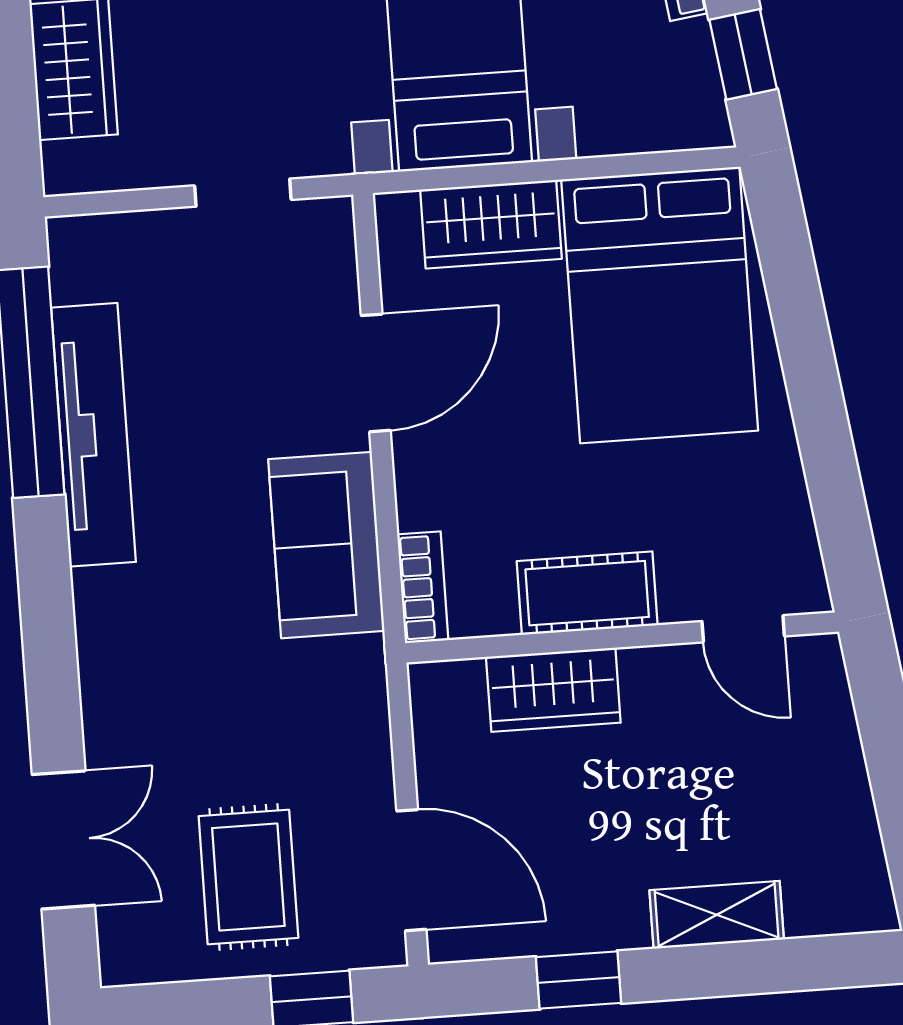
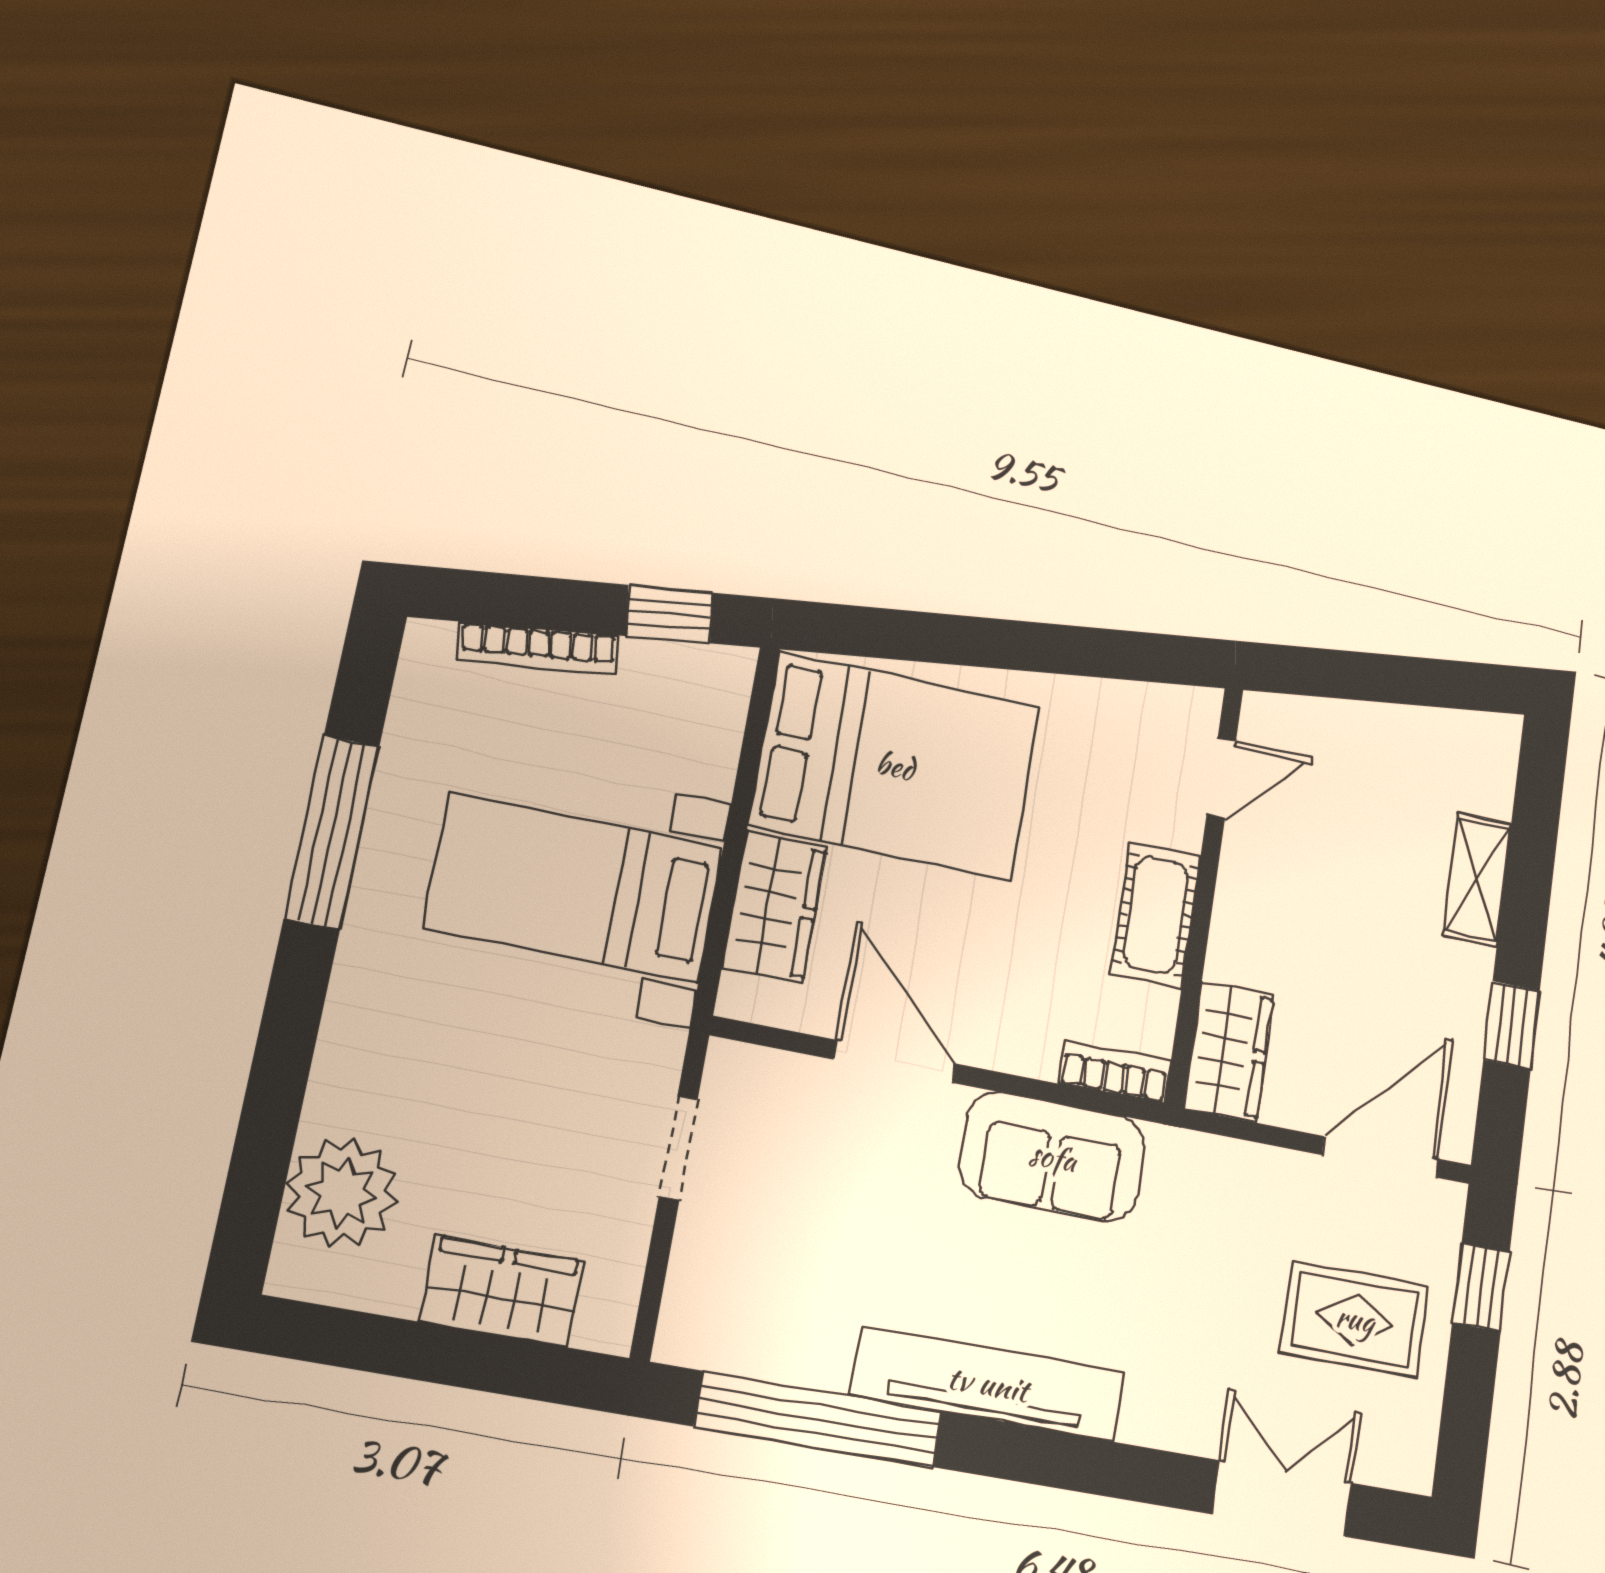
tv unit: (94, 435) -> (988, 1384), moved
wardrobe: (553, 690) -> (1229, 1051), moved

